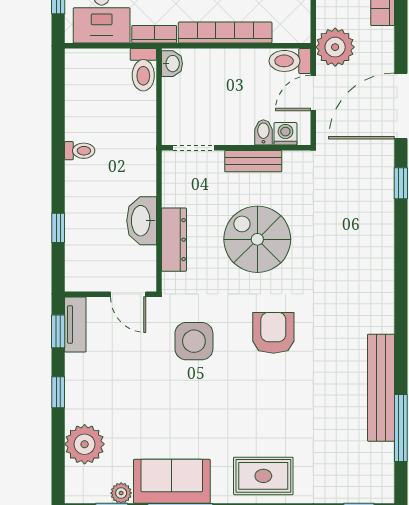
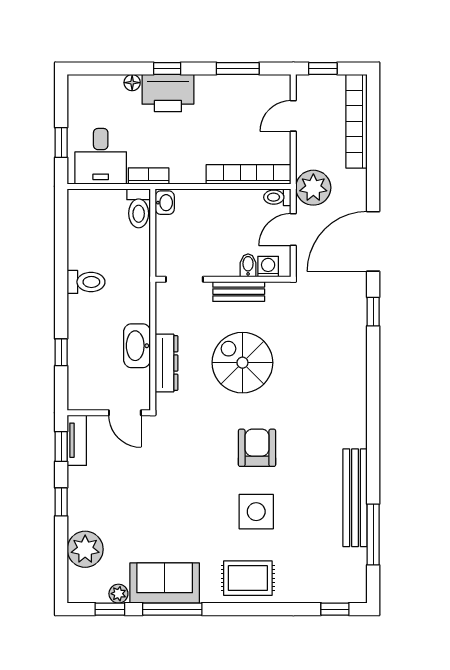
bookcase: (225, 32) -> (248, 174), moved
toilet: (290, 61) -> (277, 197), width x0.73, depth x0.72
toilet: (80, 151) -> (86, 282), width x1.37, depth x1.39
side table: (194, 341) -> (256, 512), moved

